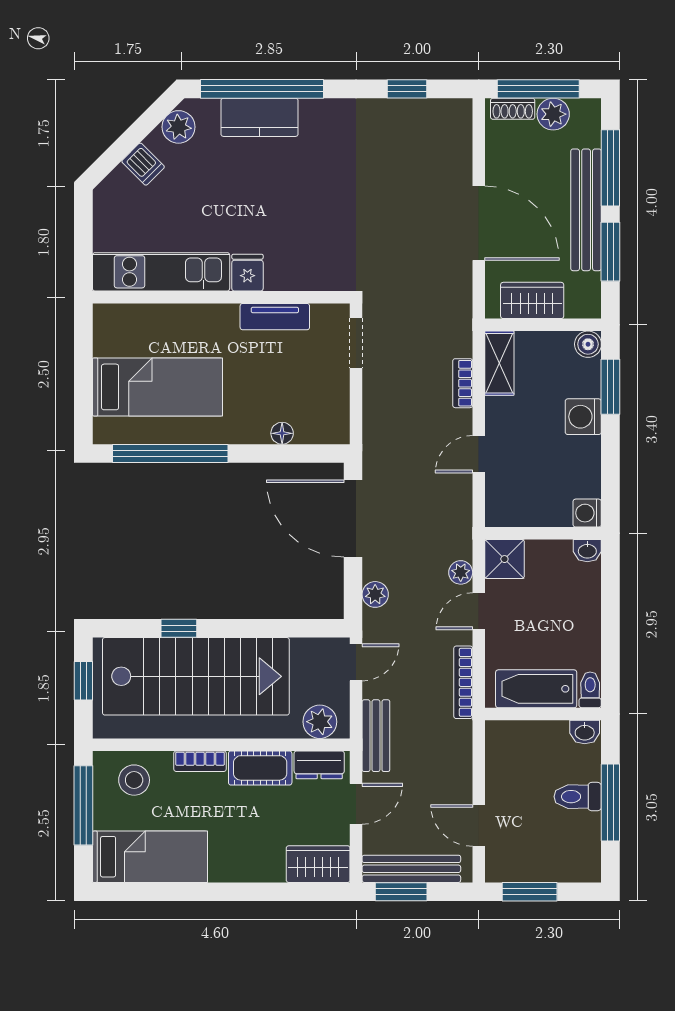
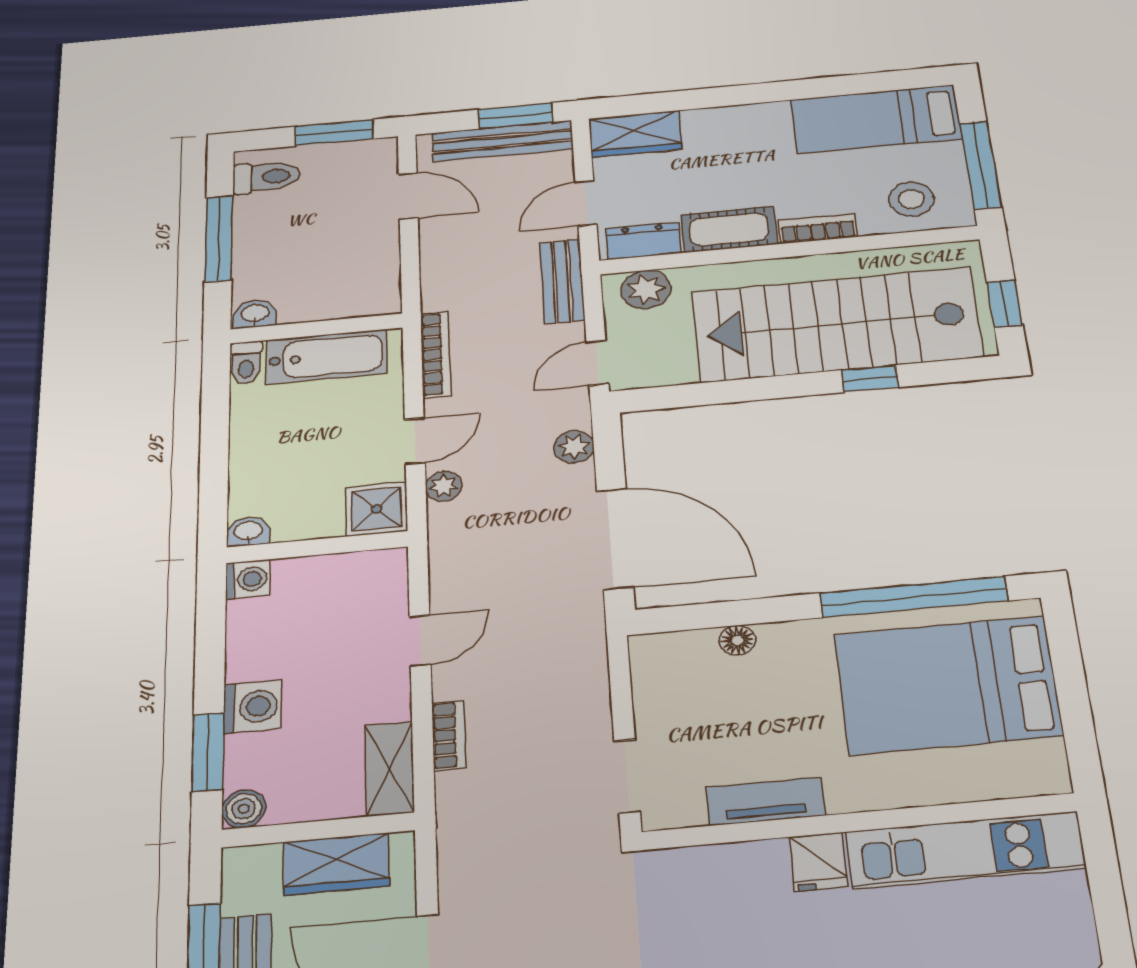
bed: (157, 387) -> (948, 685), width x1.50
toilet: (578, 797) -> (267, 177), moved

